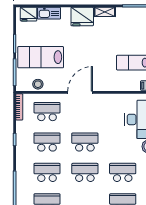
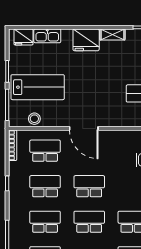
lab bench: (41, 57) -> (38, 87), turned 180
door: (80, 92) -> (84, 128), swing flipped

